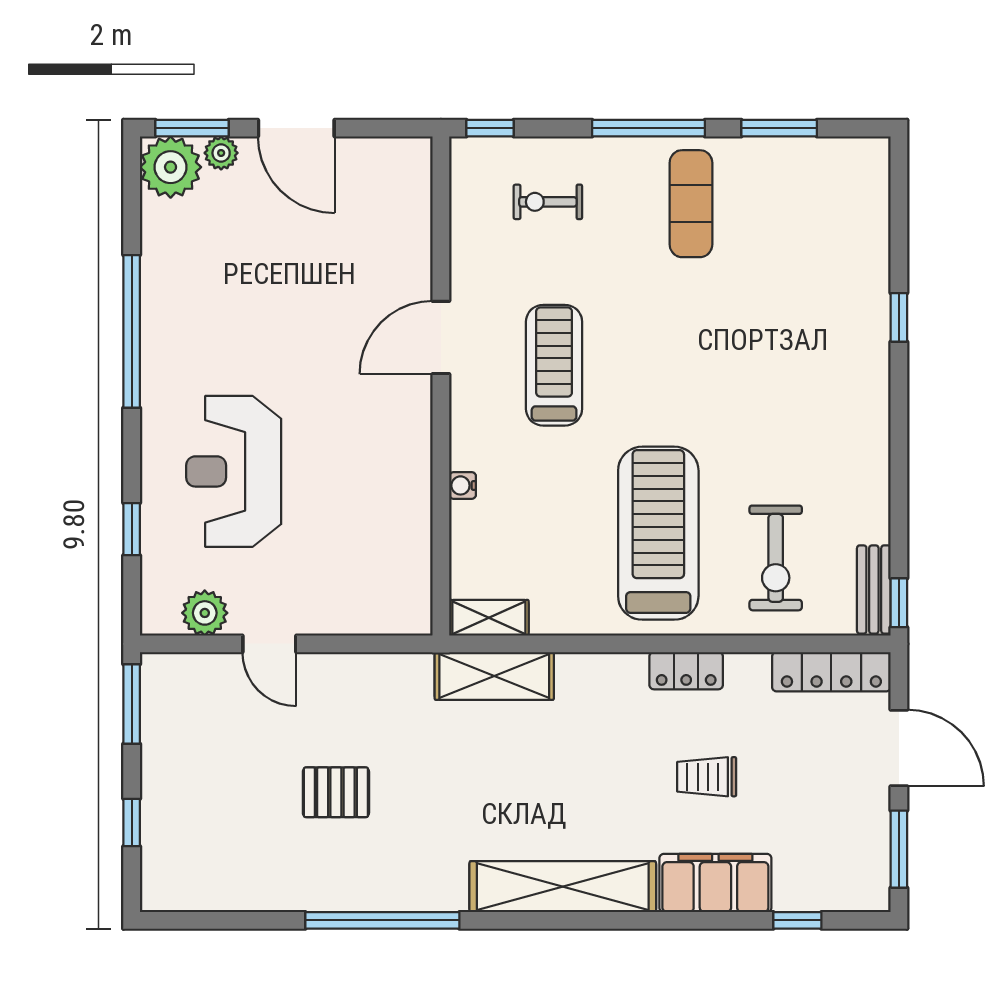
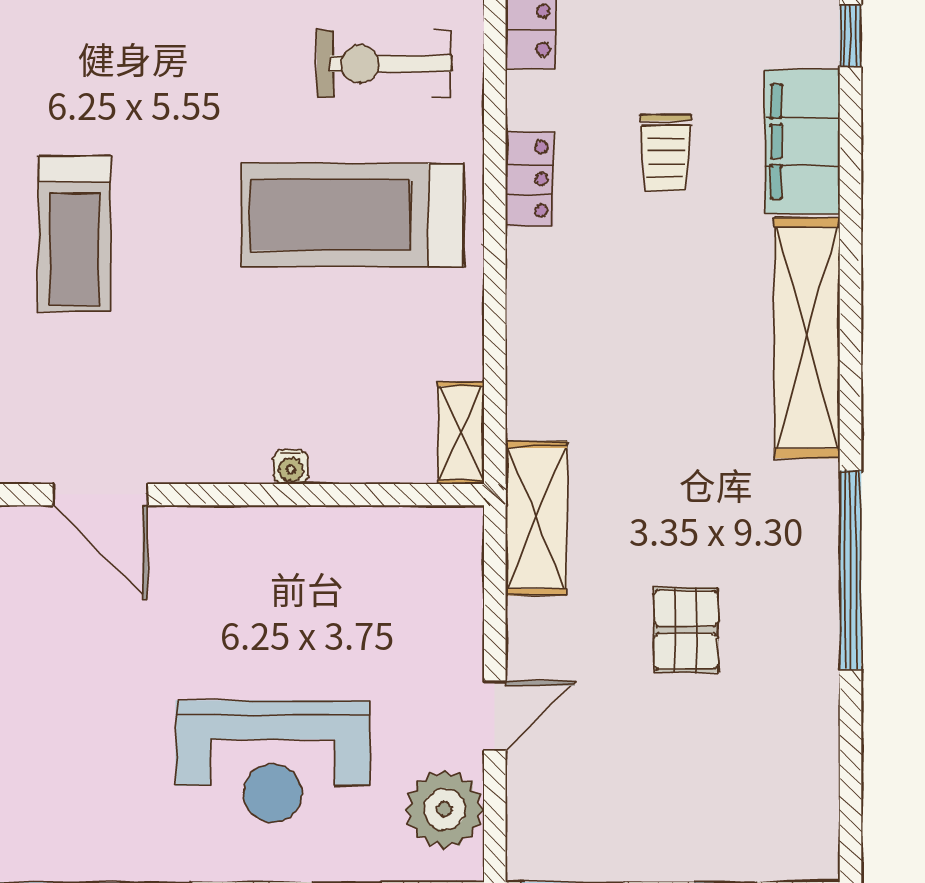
treadmill: (554, 365) -> (75, 234), moved, turned -90
exercise bike: (776, 558) -> (384, 64), turned 180
plant: (205, 613) -> (444, 809), width x1.36, depth x1.36
shelving: (494, 676) -> (536, 518), moved

